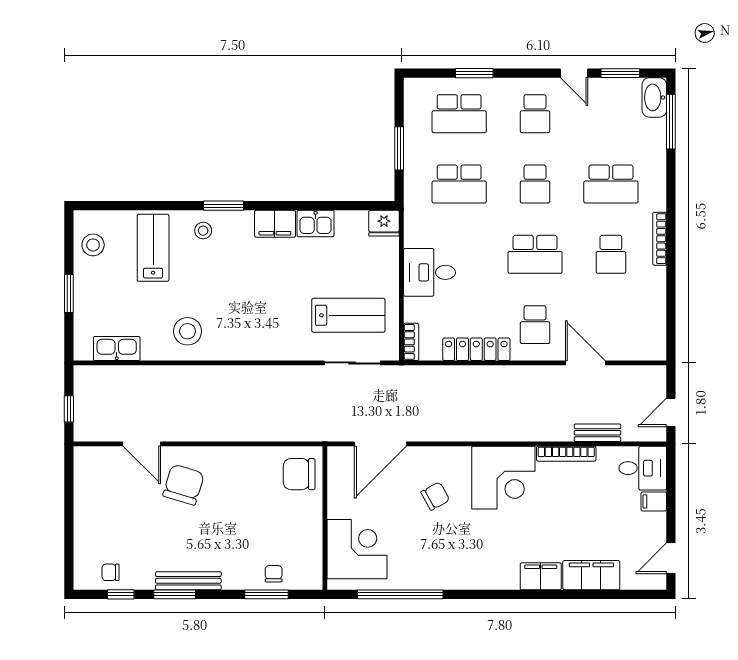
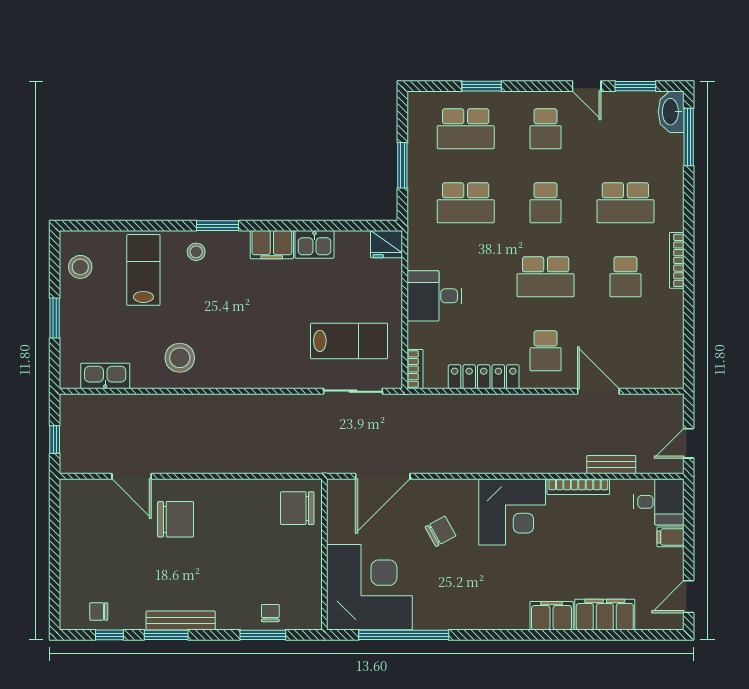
chair: (184, 485) -> (176, 519), turned 73
corner desk: (357, 549) -> (369, 587), width x1.36, depth x1.36

